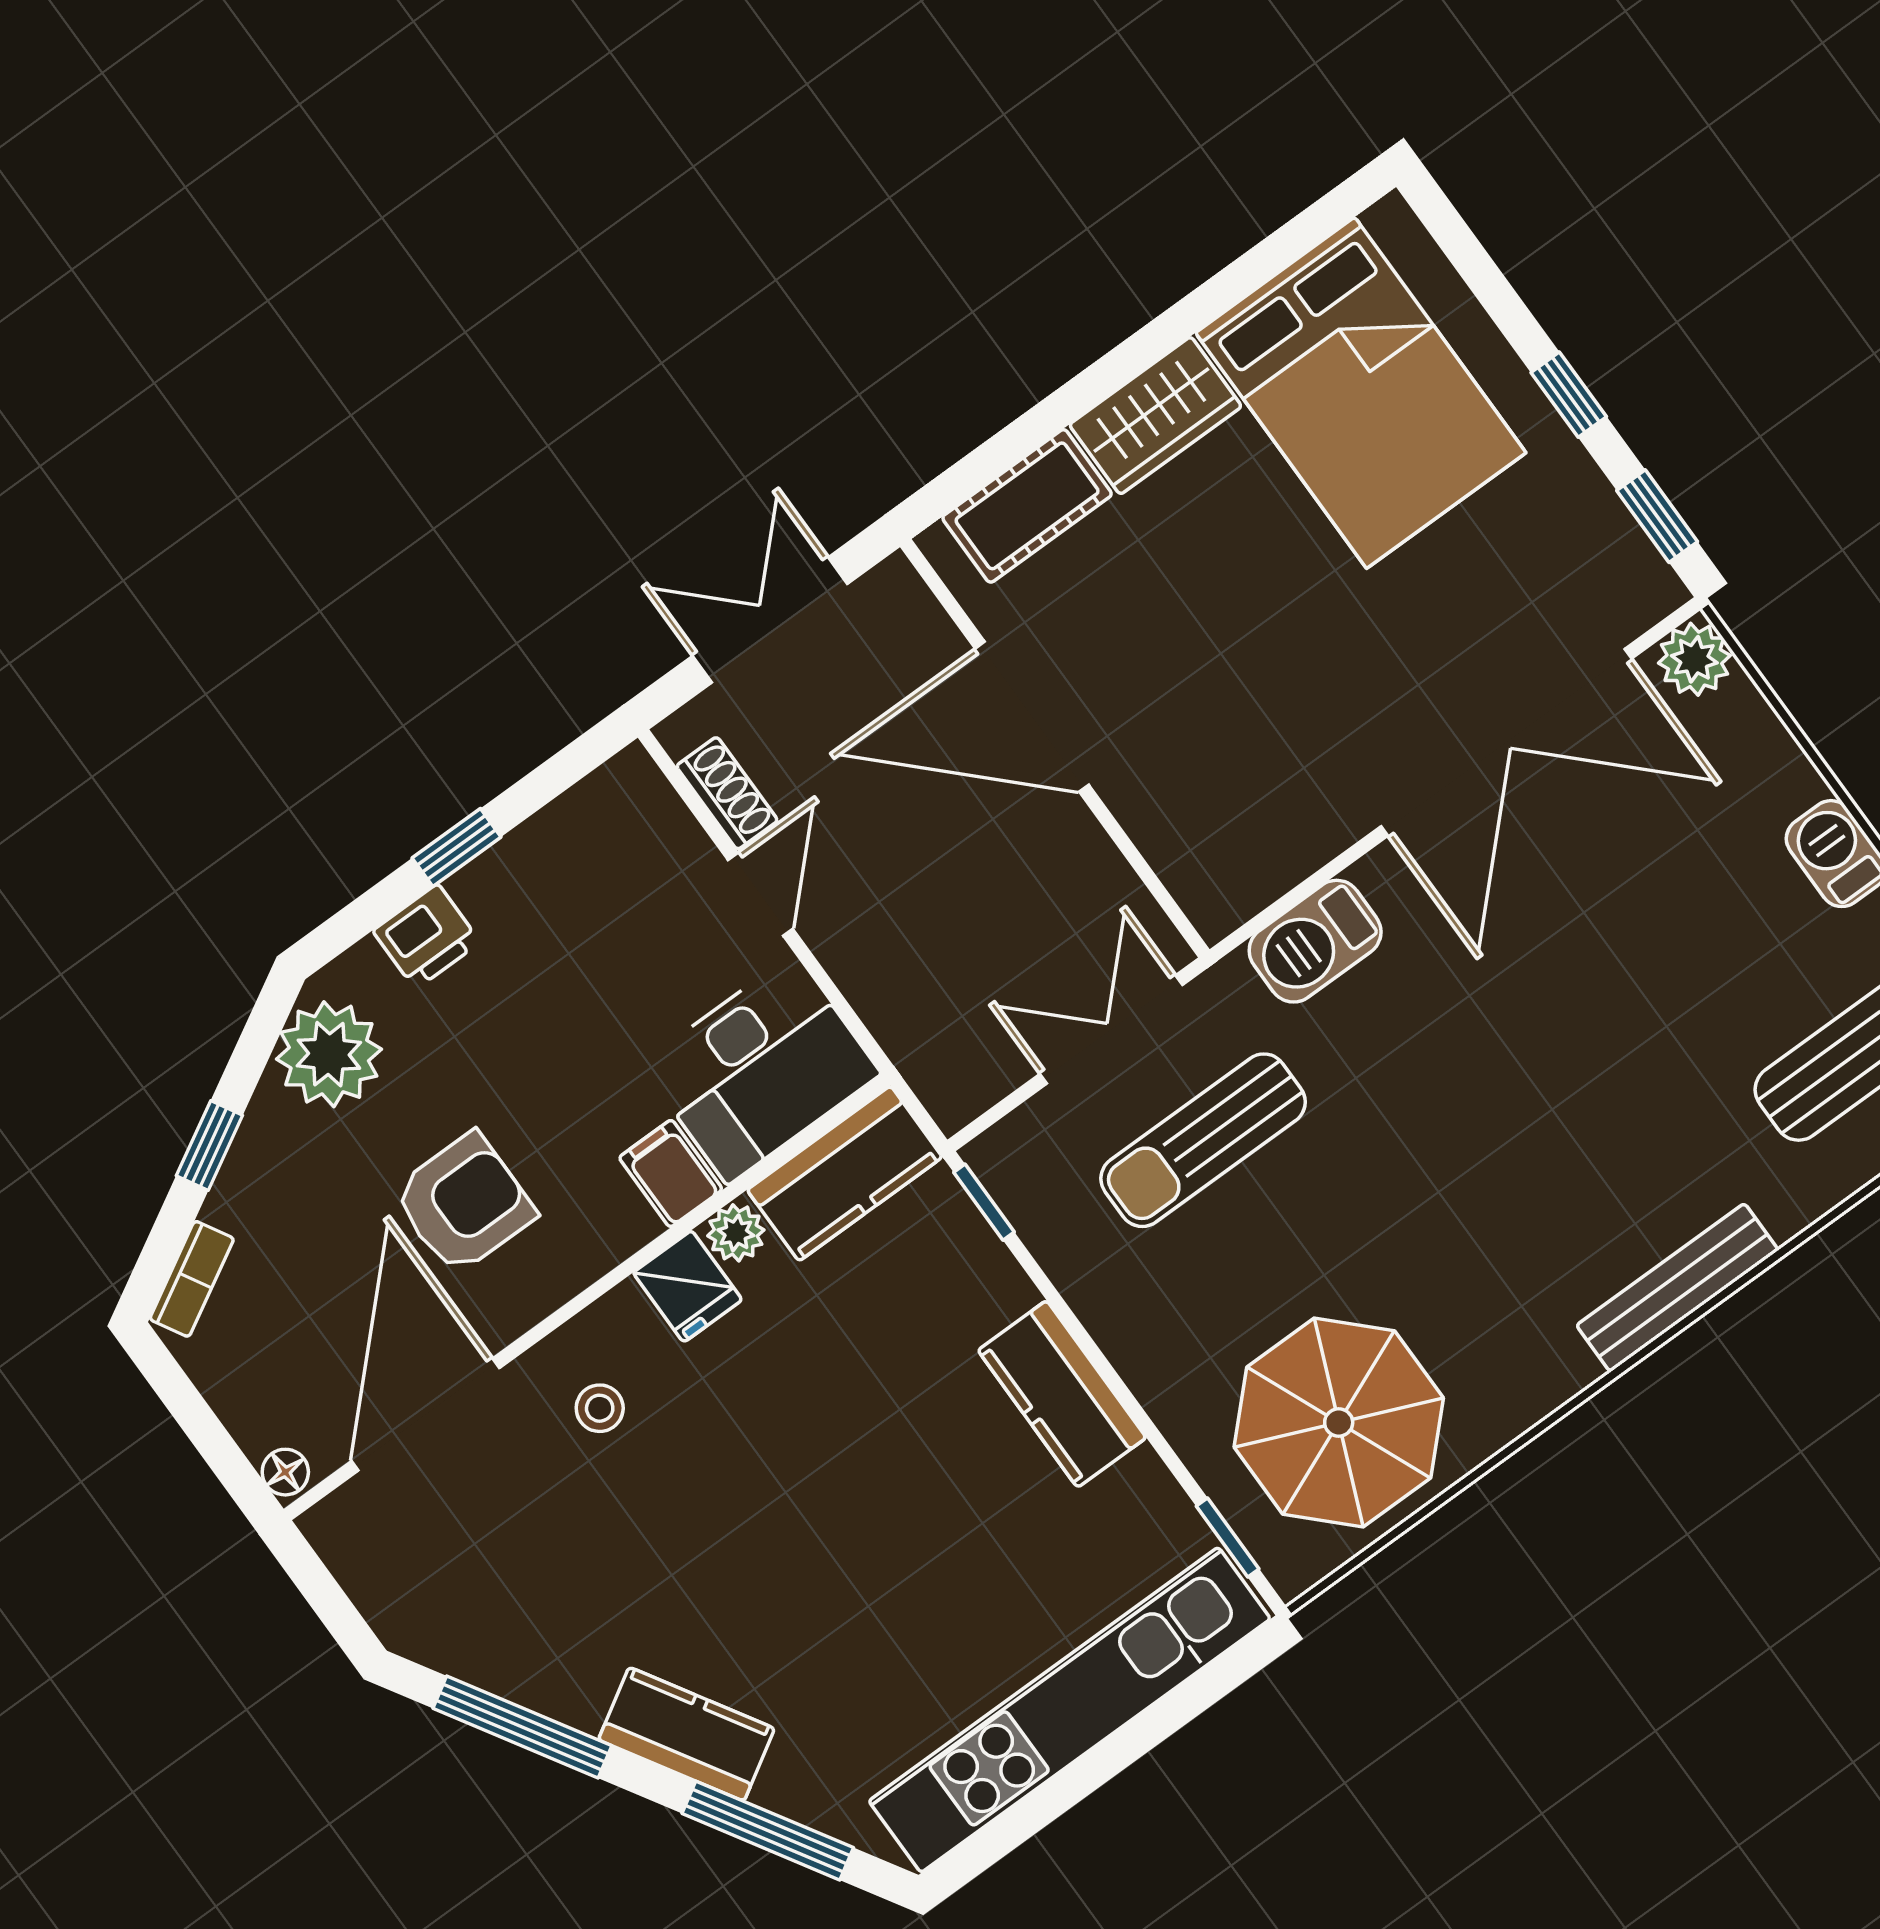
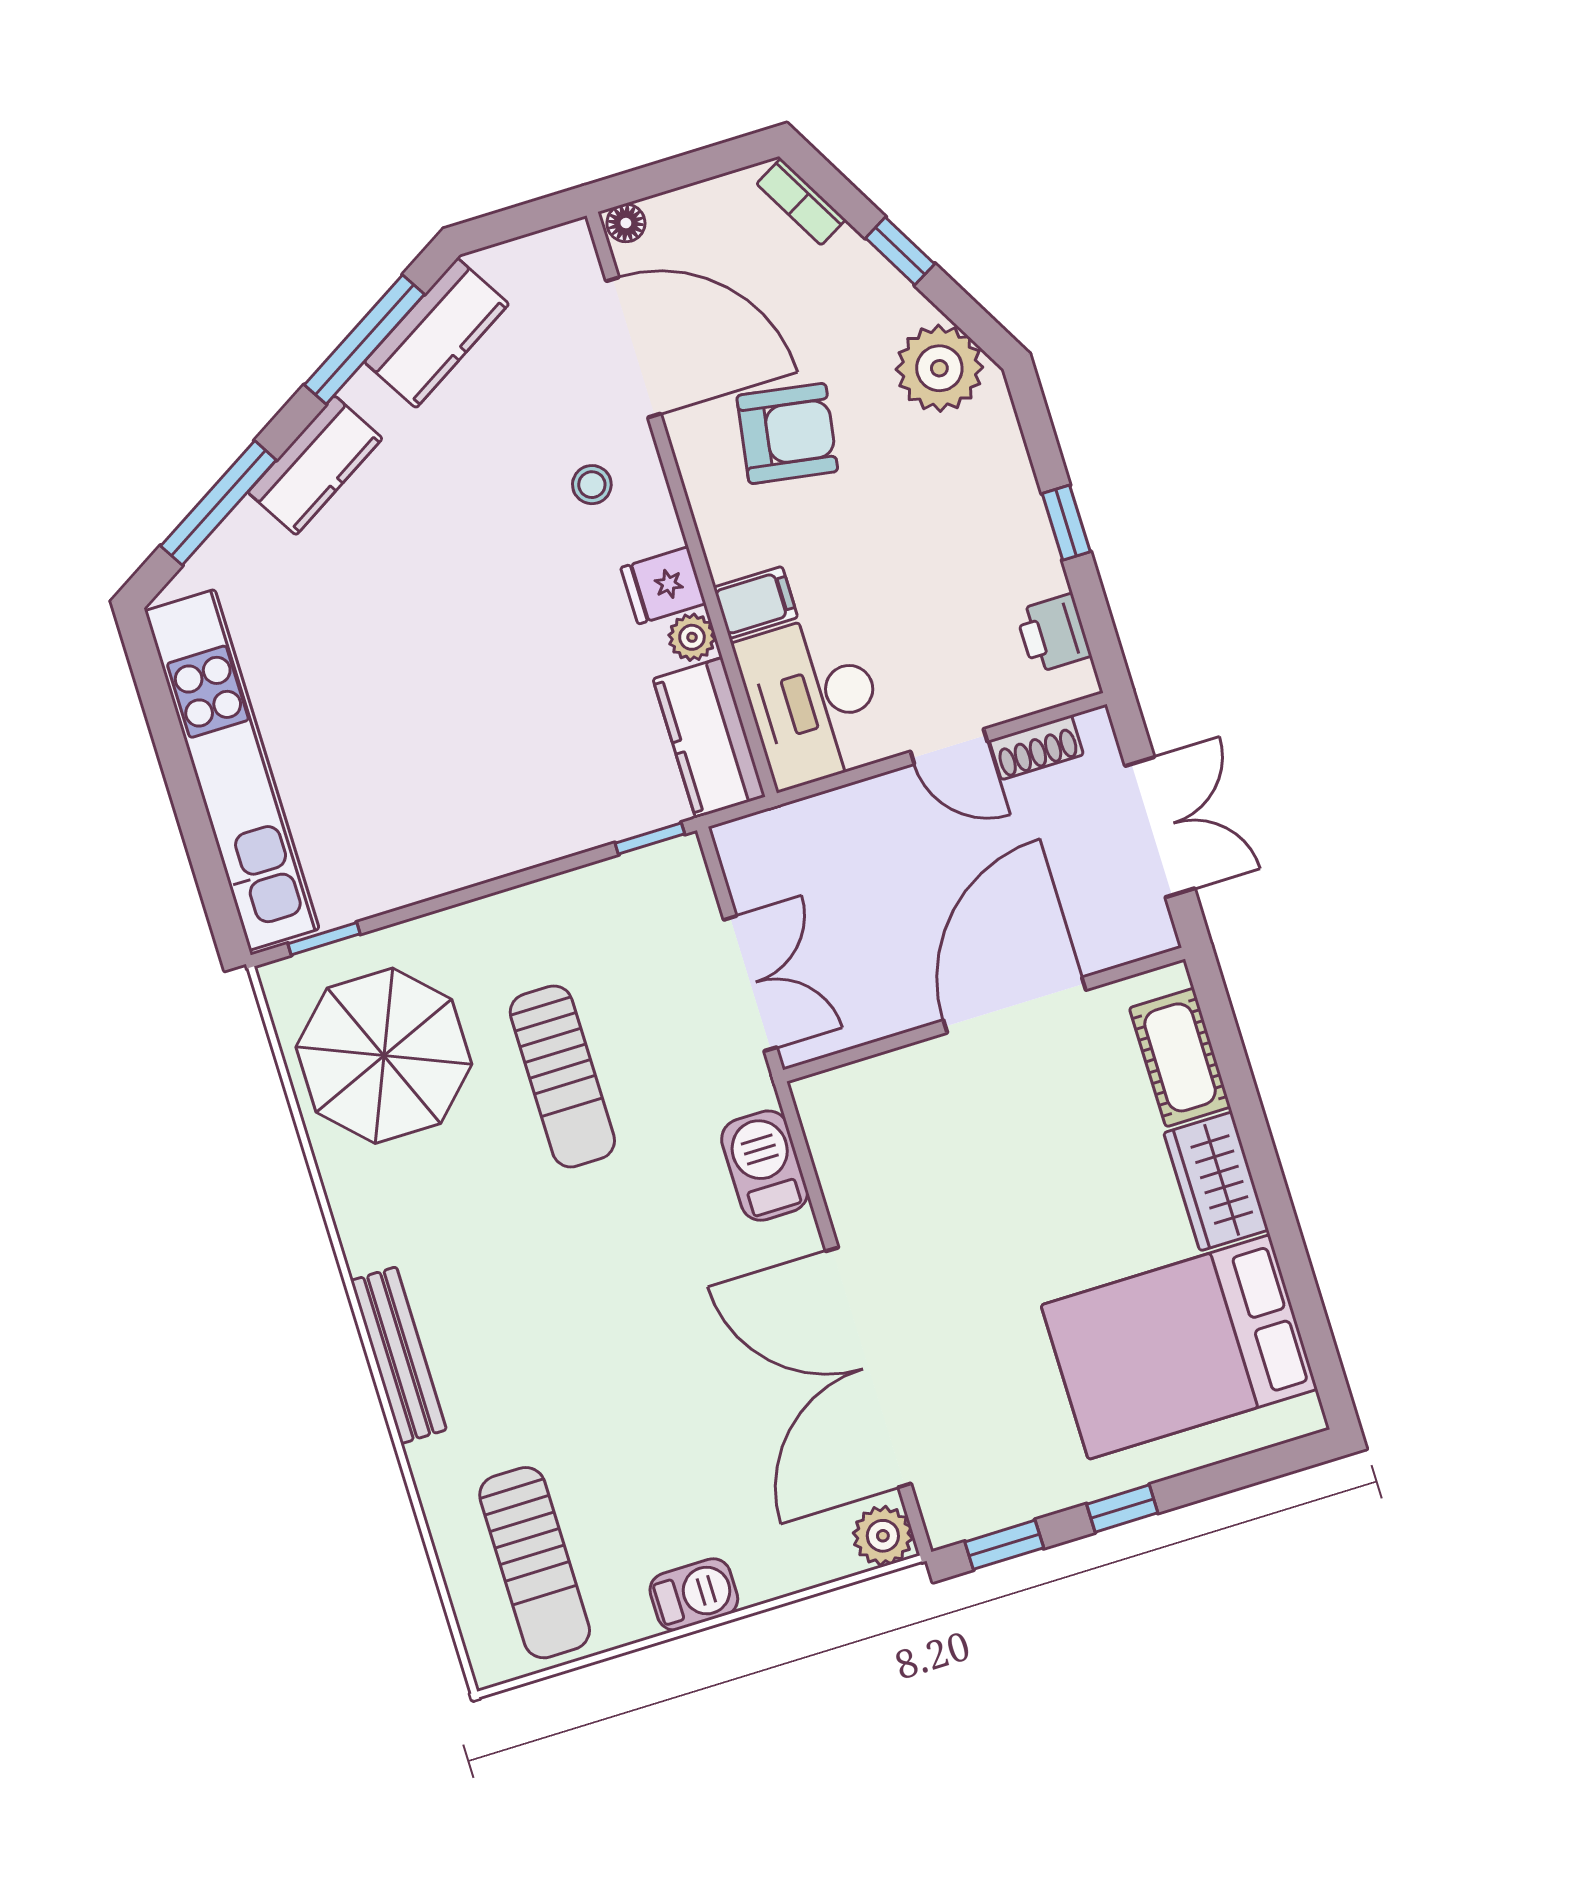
printer: (426, 937) -> (1053, 633), moved
sun lounger: (1203, 1140) -> (562, 1076), moved, turned 180
armchair: (464, 1203) -> (787, 433), turned -81
kitchen counter: (1062, 1394) -> (437, 333), moved, turned 149

